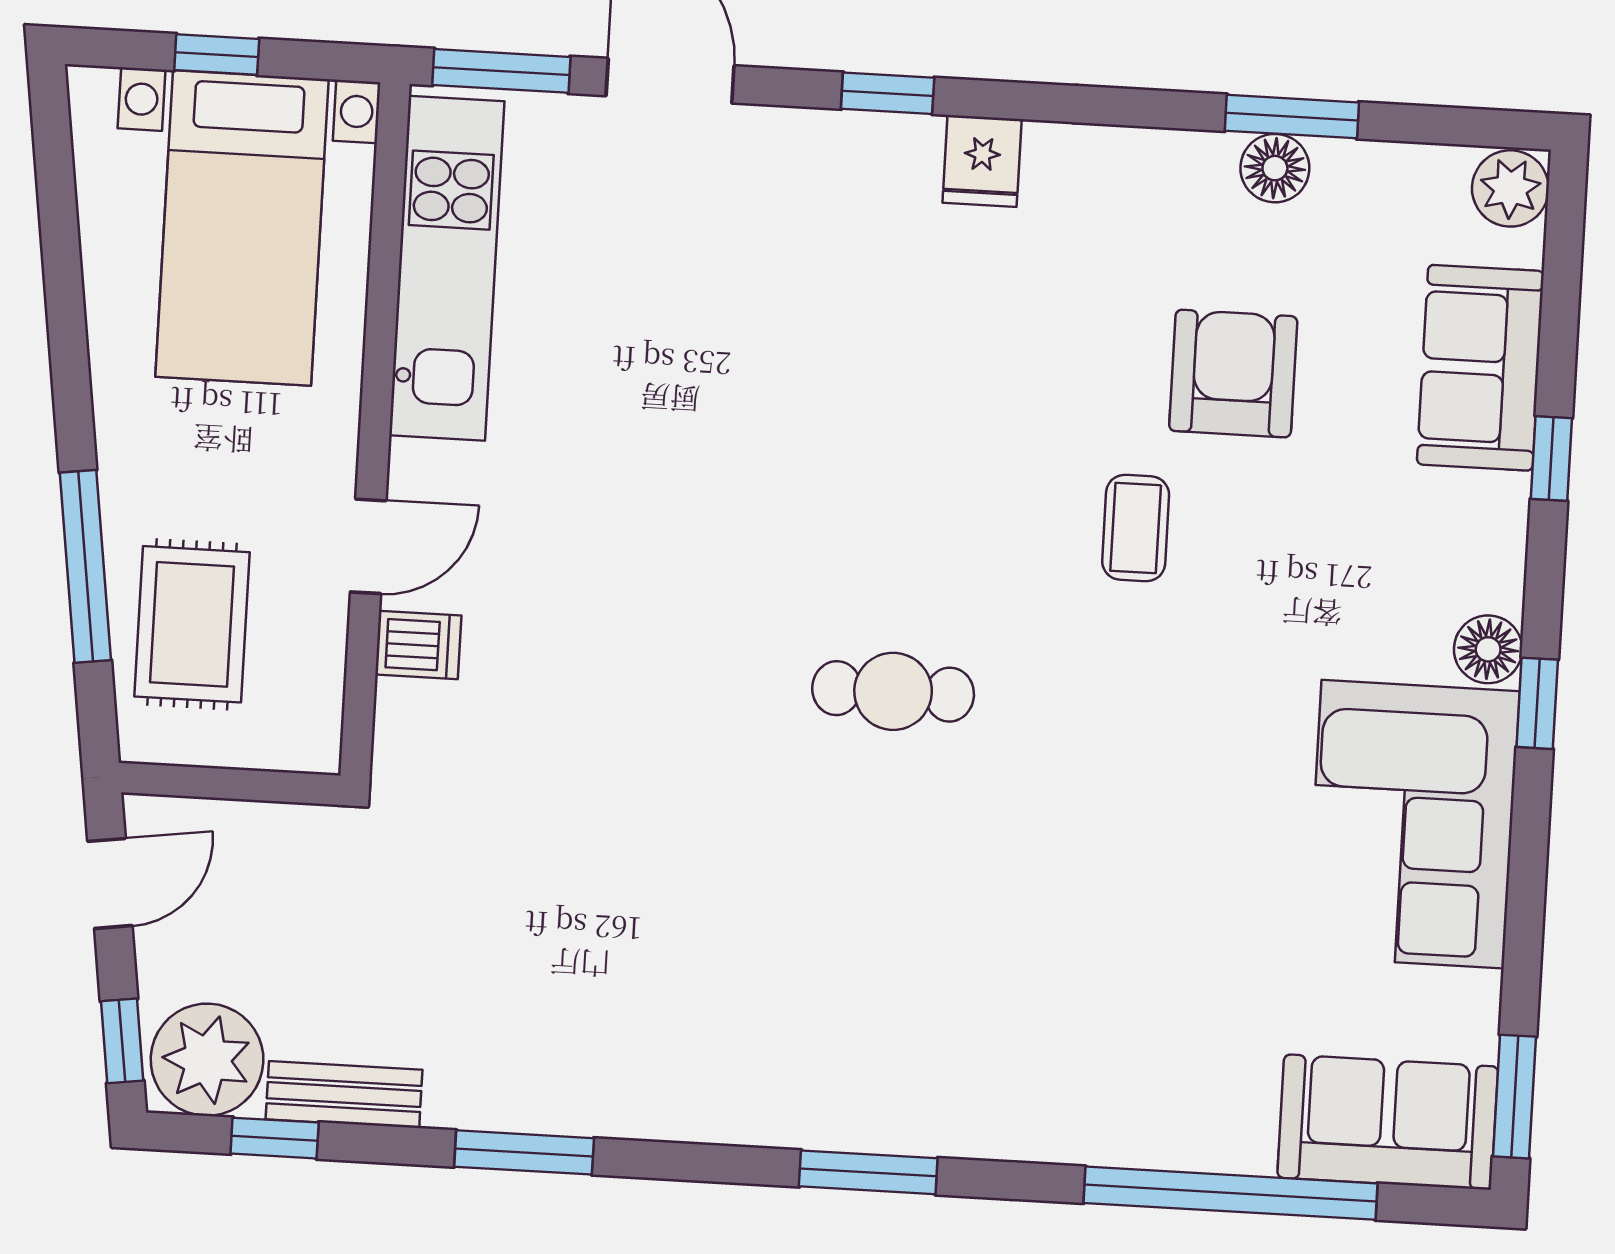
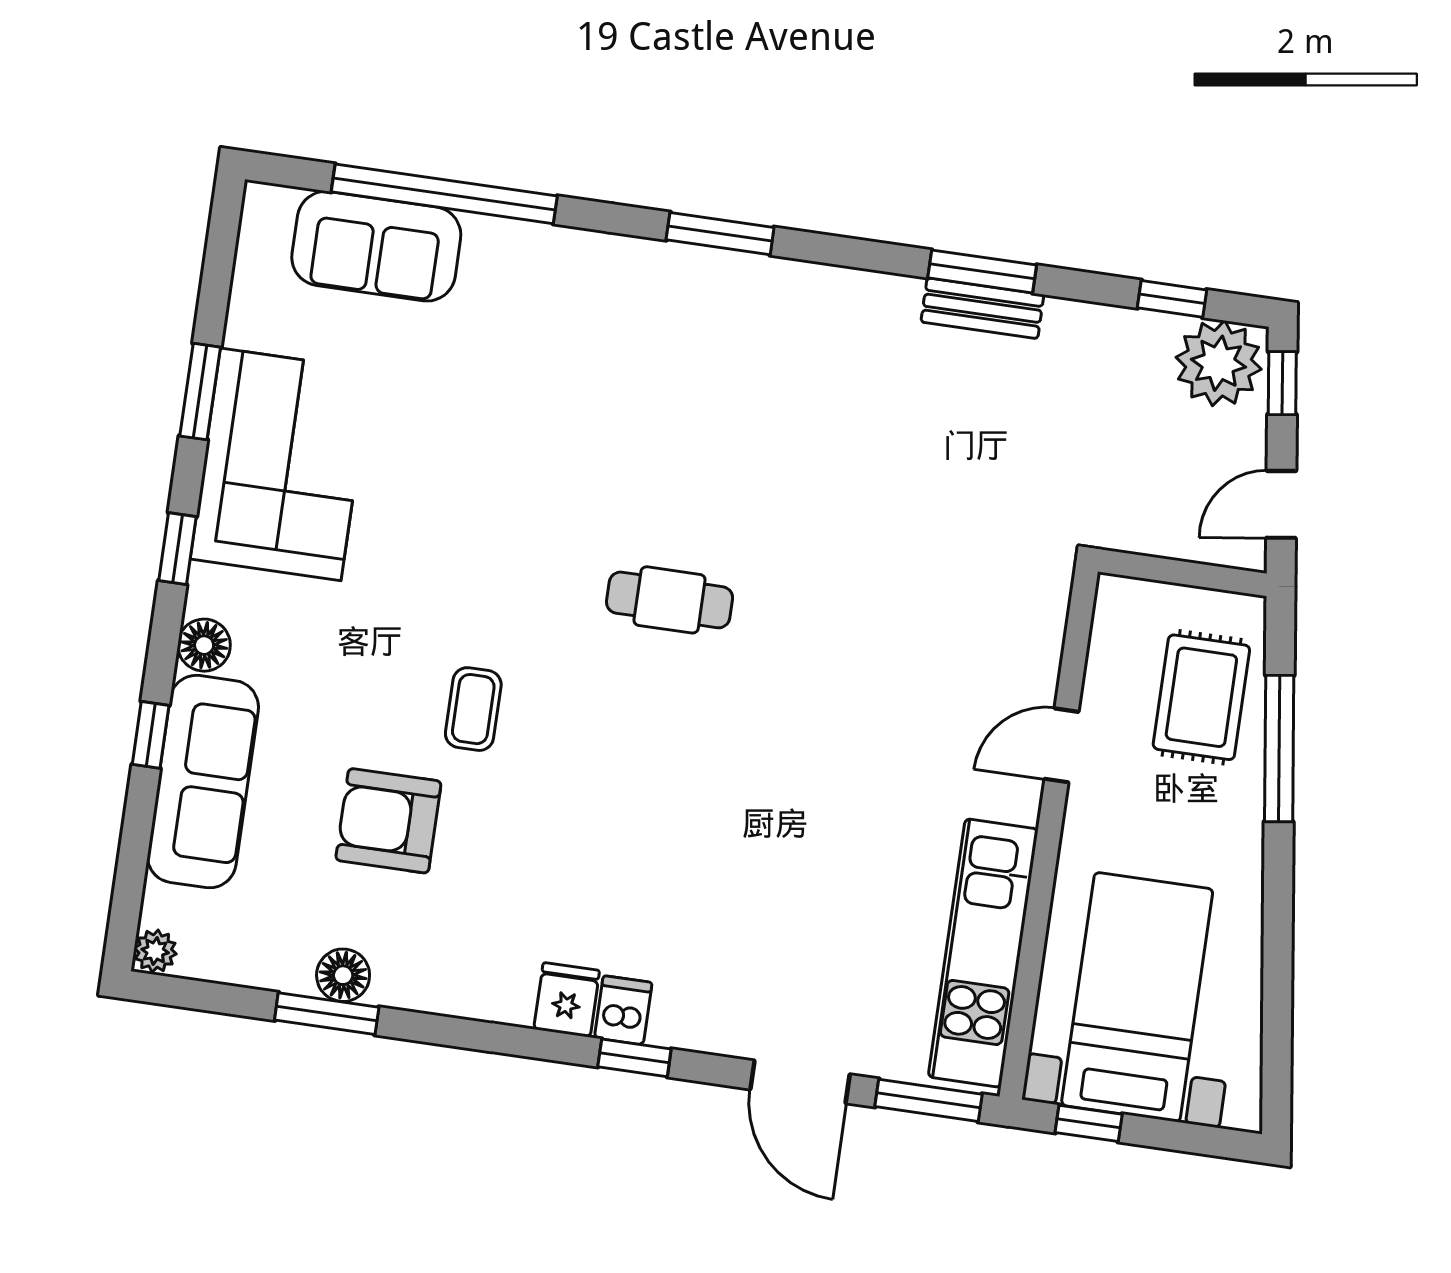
window: (217, 55) -> (1089, 1123), moved
plant: (1510, 188) -> (155, 951), width x0.73, depth x0.73
sofa: (1480, 368) -> (203, 782), width x1.36
armchair: (1233, 374) -> (388, 821), turned 90
dishwasher: (418, 645) -> (623, 1010), moved, turned 90
floor lamp: (1488, 649) -> (204, 645), moved
bench: (344, 1095) -> (982, 308), moved
window: (1515, 1097) -> (200, 392), moved
sofa: (1388, 1122) -> (376, 246), moved

